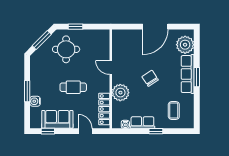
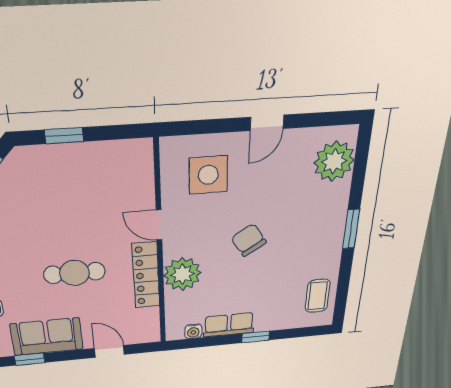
door: (155, 27) -> (267, 123), width x0.53
side table: (132, 47) -> (208, 175), added
round table: (66, 49) -> (47, 193), removed
row of seats: (188, 74) -> (332, 225), removed
locker: (104, 109) -> (146, 275), moved
coffee table: (174, 111) -> (318, 296), moved

